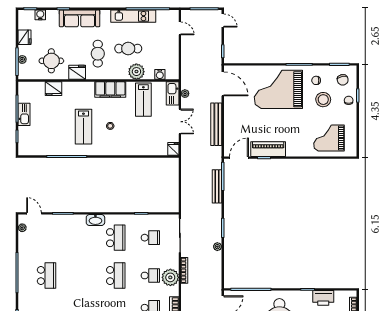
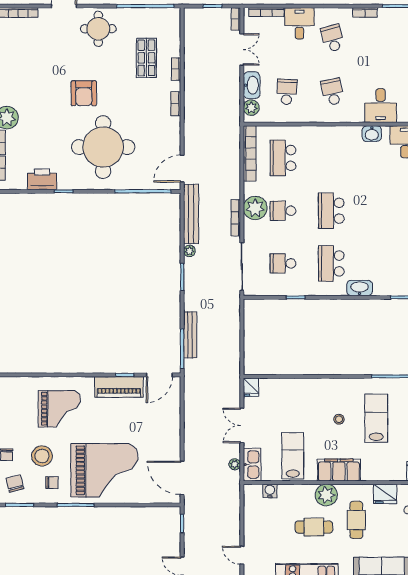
plant: (136, 72) -> (326, 495), moved
bench: (216, 124) -> (191, 214), moved
grand piano: (329, 138) -> (59, 409), moved

